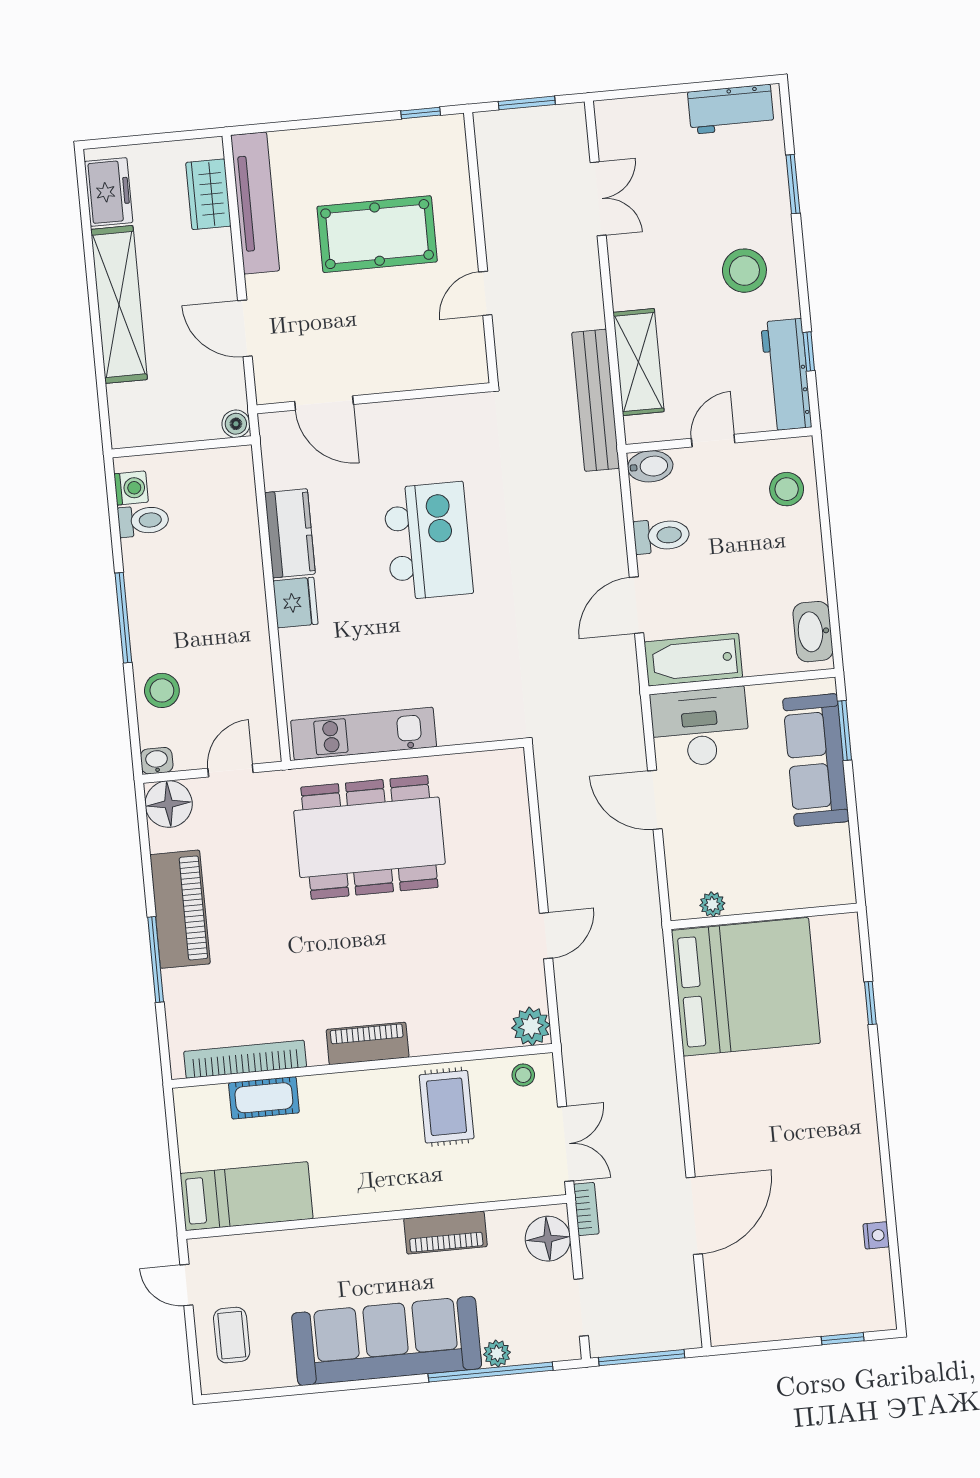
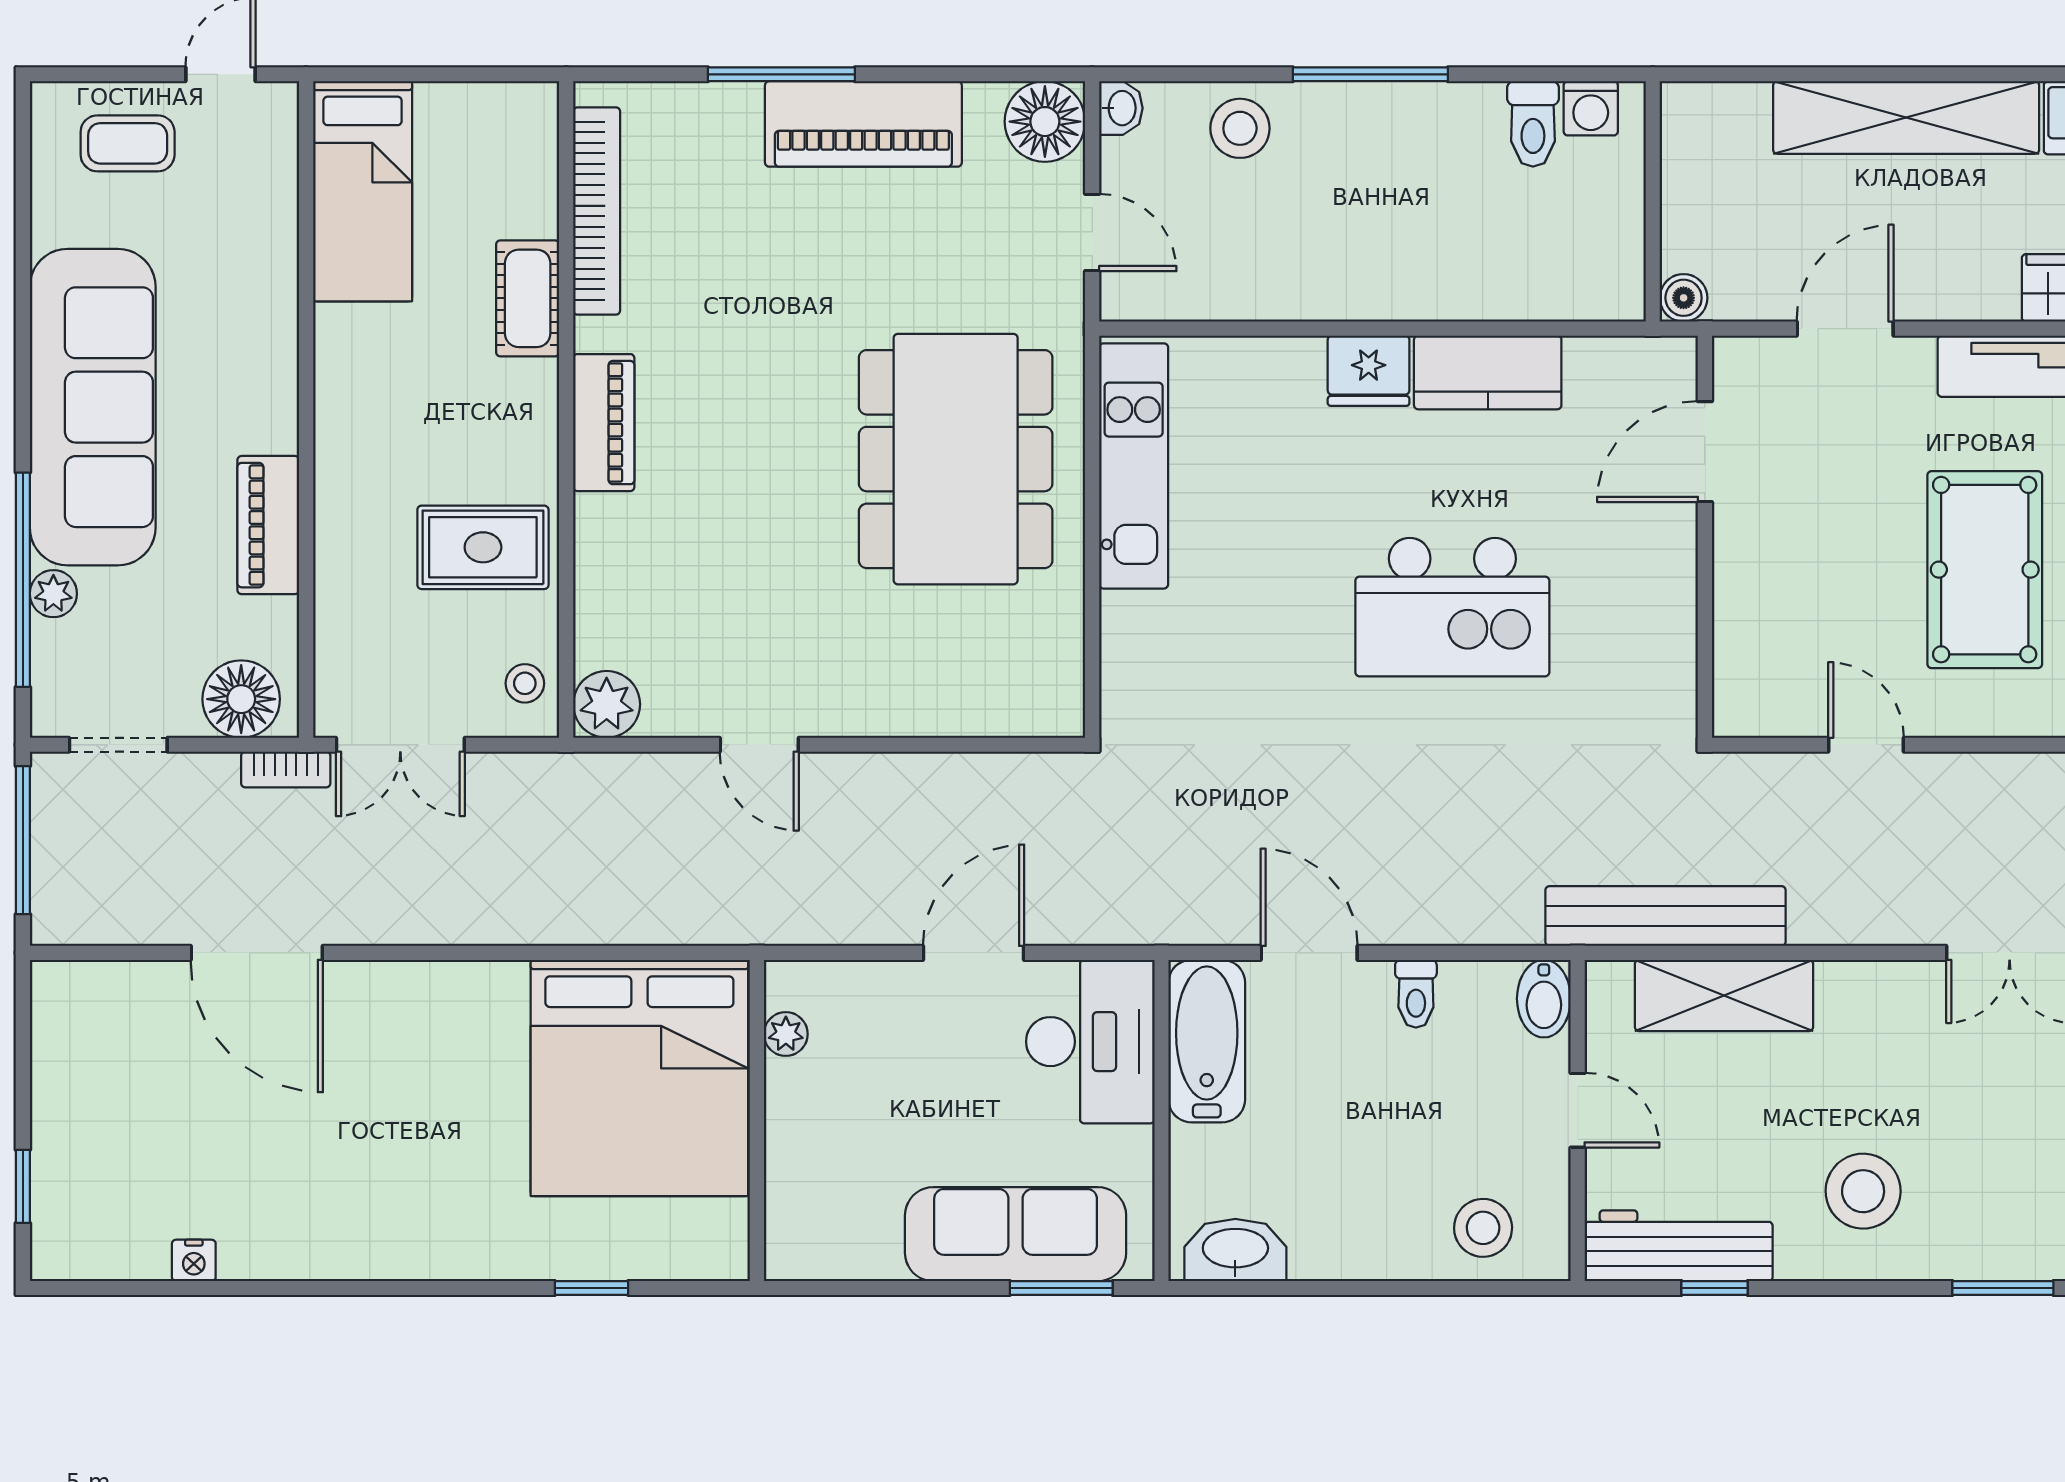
toilet: (662, 536) -> (1416, 994), width x0.73, depth x0.72
cot: (264, 1098) -> (528, 298), moved

